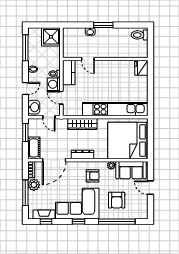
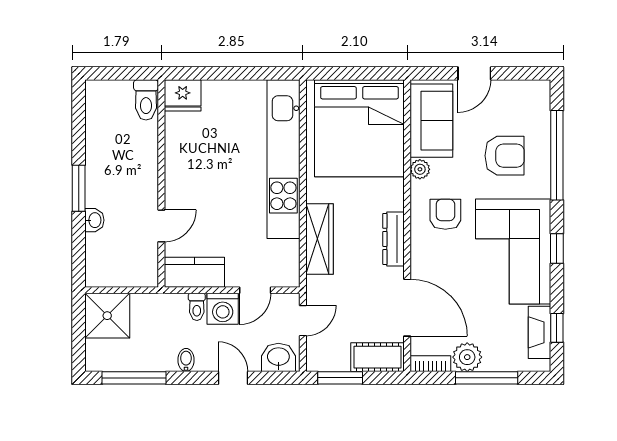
toilet: (140, 35) -> (146, 100), moved

